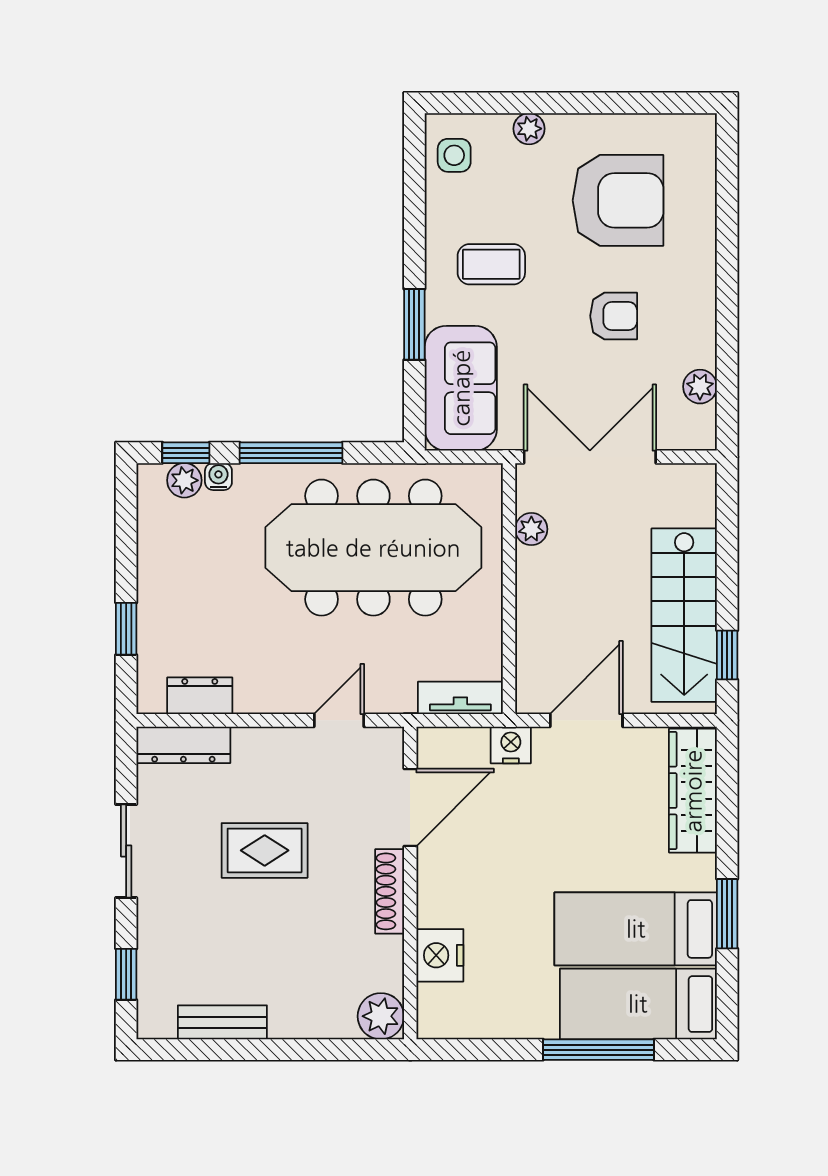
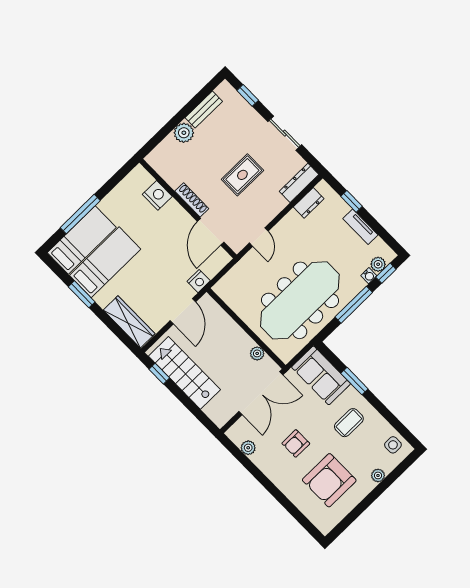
tv unit: (460, 698) -> (360, 227), moved, turned 90
plant: (381, 1016) -> (184, 133), moved

